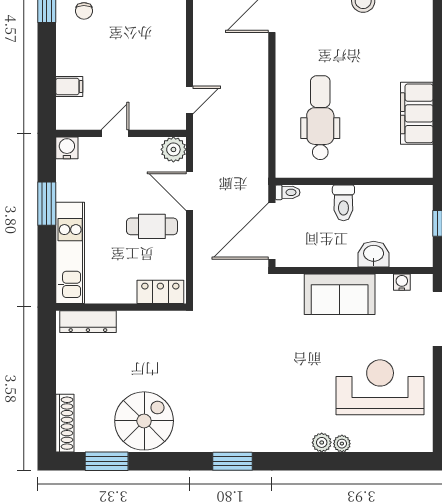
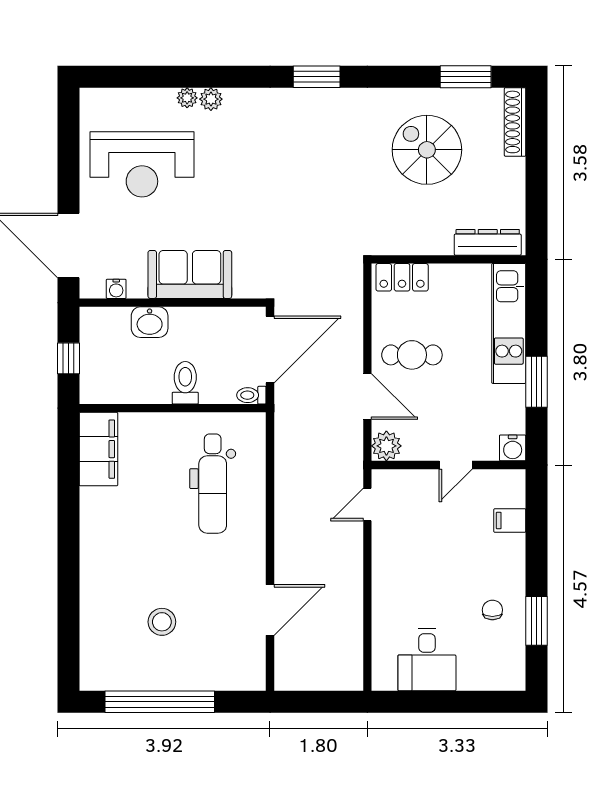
filing cabinet: (417, 113) -> (98, 449), moved
spiral stairs: (144, 421) -> (427, 150), moved, turned 90

